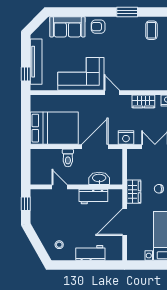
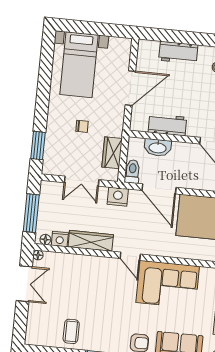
wardrobe: (143, 101) -> (91, 241), width x1.50
door: (95, 147) -> (159, 189), hinge flipped
toilet: (68, 158) -> (132, 172), moved
wardrobe: (134, 192) -> (112, 153), moved

